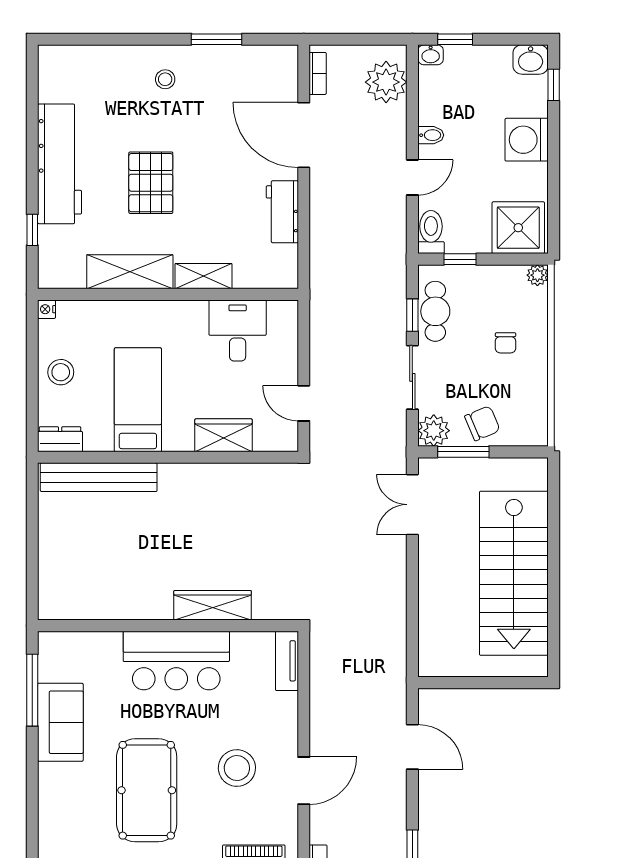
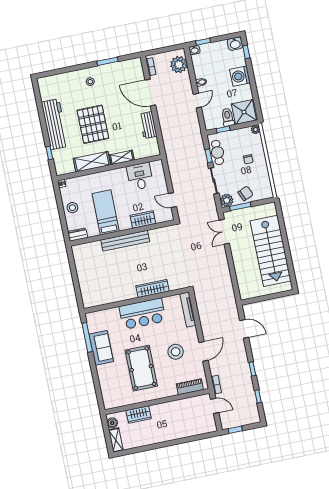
pallet: (151, 183) -> (93, 124), width x1.37, depth x1.41
toilet: (431, 232) -> (228, 117), moved
bench: (99, 477) -> (125, 241), moved
tv unit: (287, 661) -> (188, 310), width x1.41

